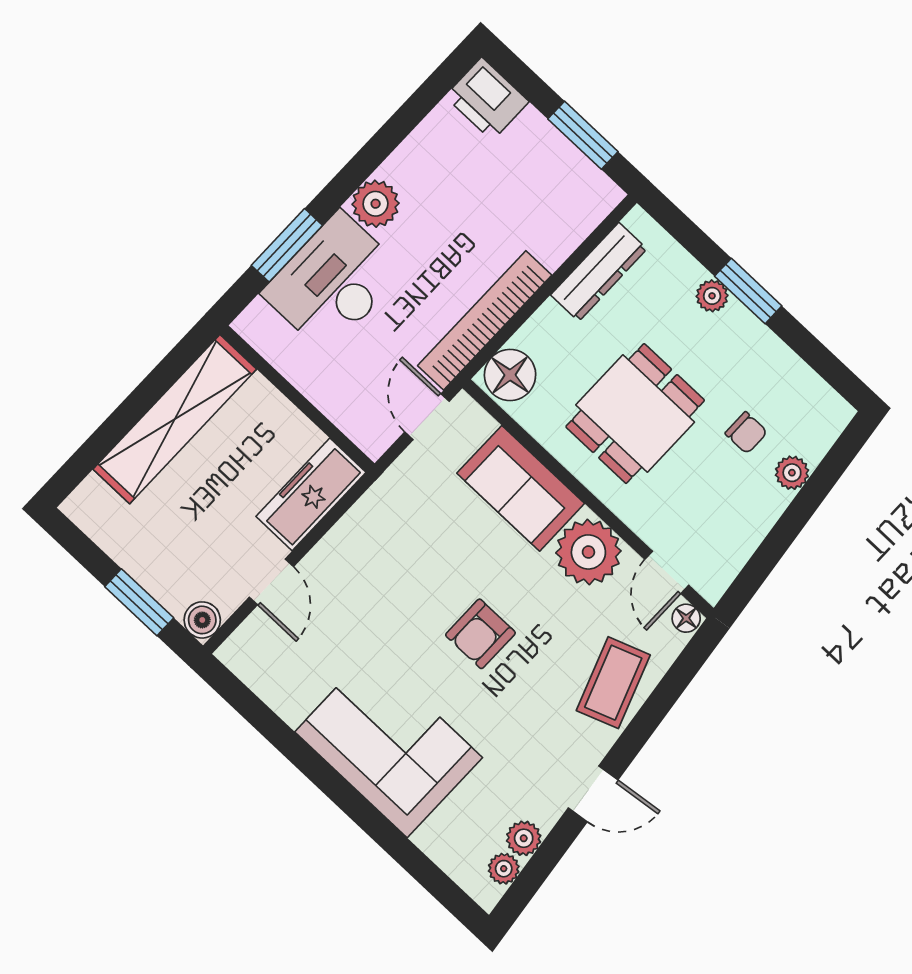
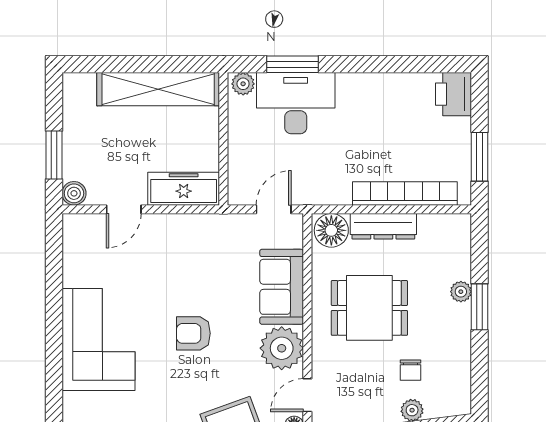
plant: (376, 204) -> (243, 84), moved, width x0.73, depth x0.73
dresser: (599, 272) -> (383, 226), moved
bookcase: (485, 320) -> (405, 193), moved

